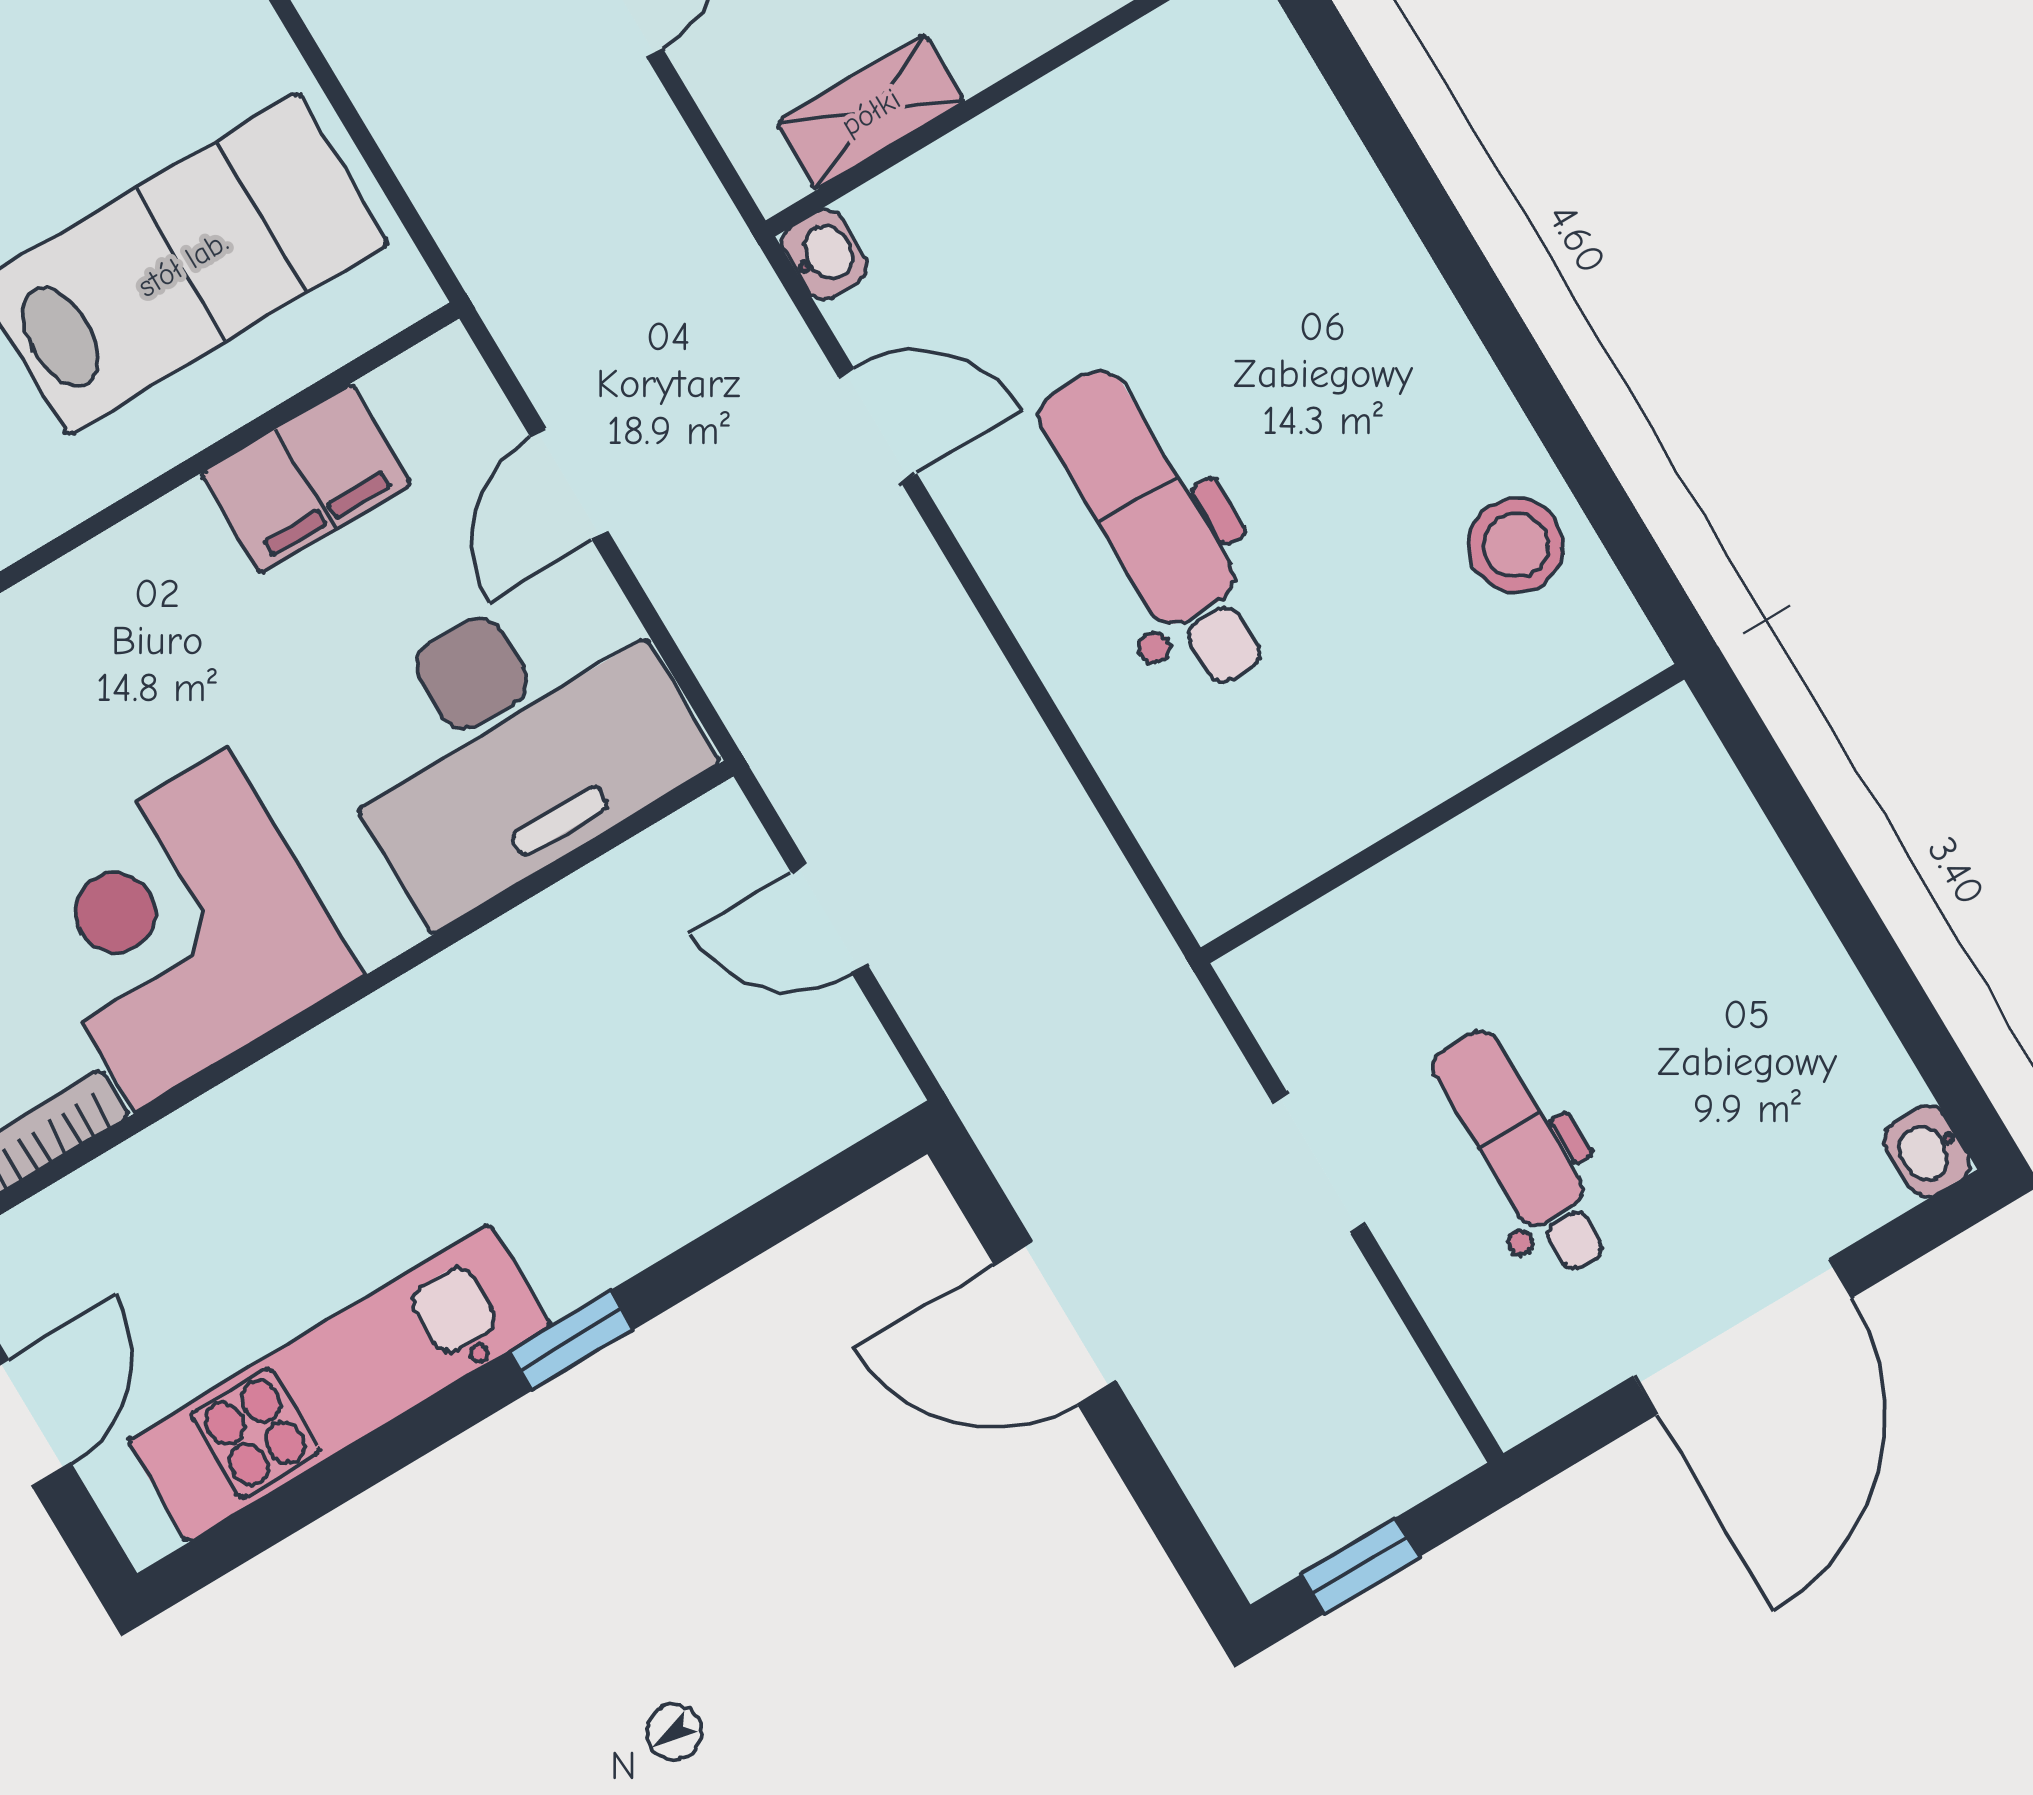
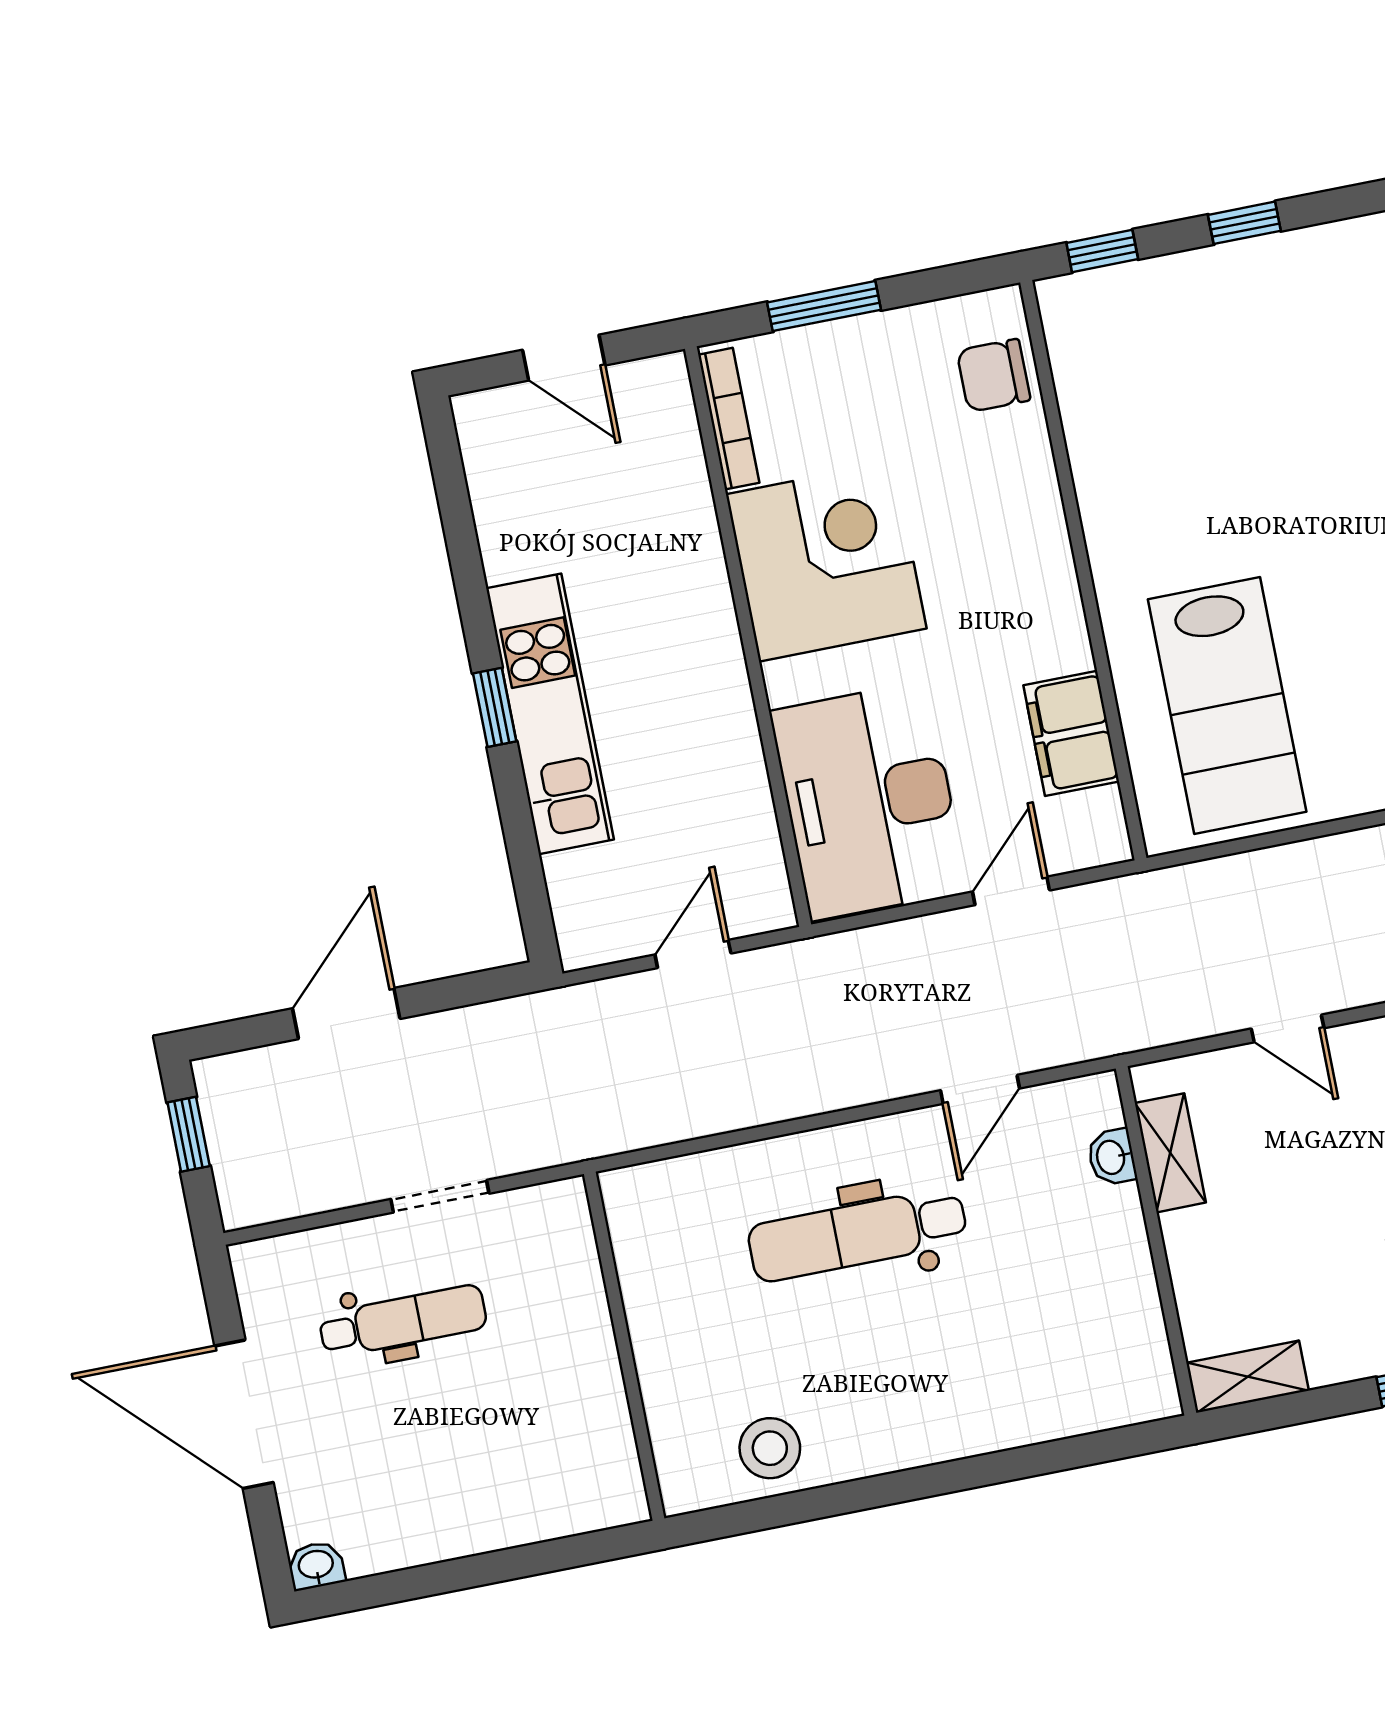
washbasin: (825, 255) -> (1112, 1157), moved, turned 90
door: (569, 484) -> (1011, 891), hinge flipped
dental chair: (1155, 529) -> (857, 1234), turned 180
door: (1055, 1323) -> (346, 1014), moved
kitchen unit: (339, 1383) -> (550, 714), moved

